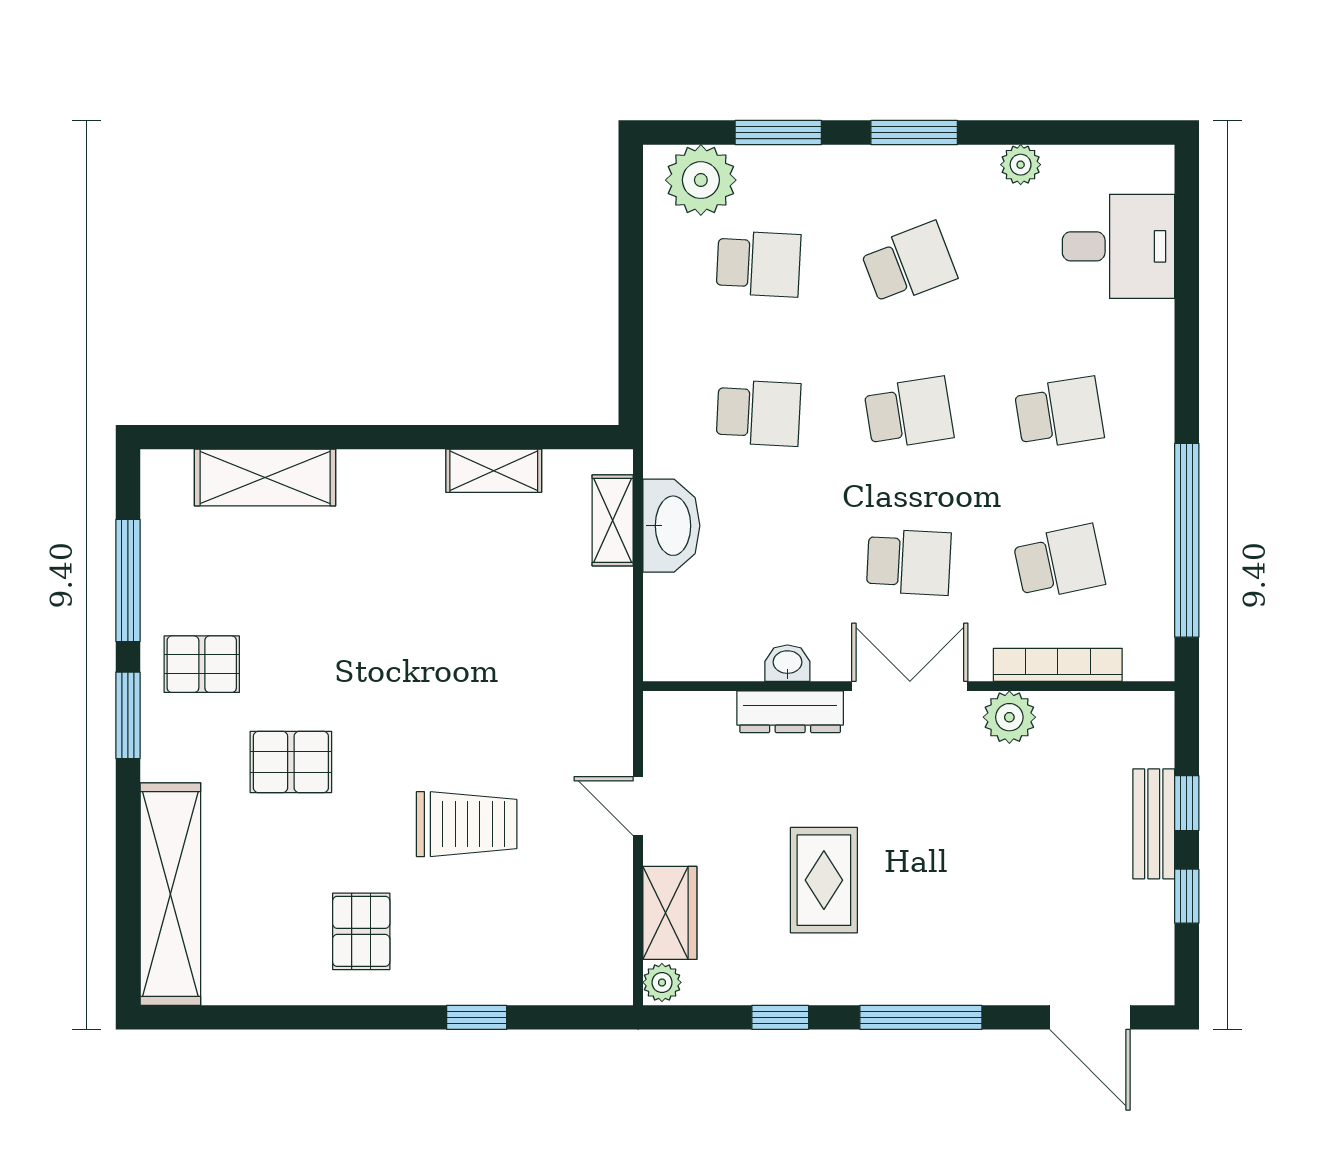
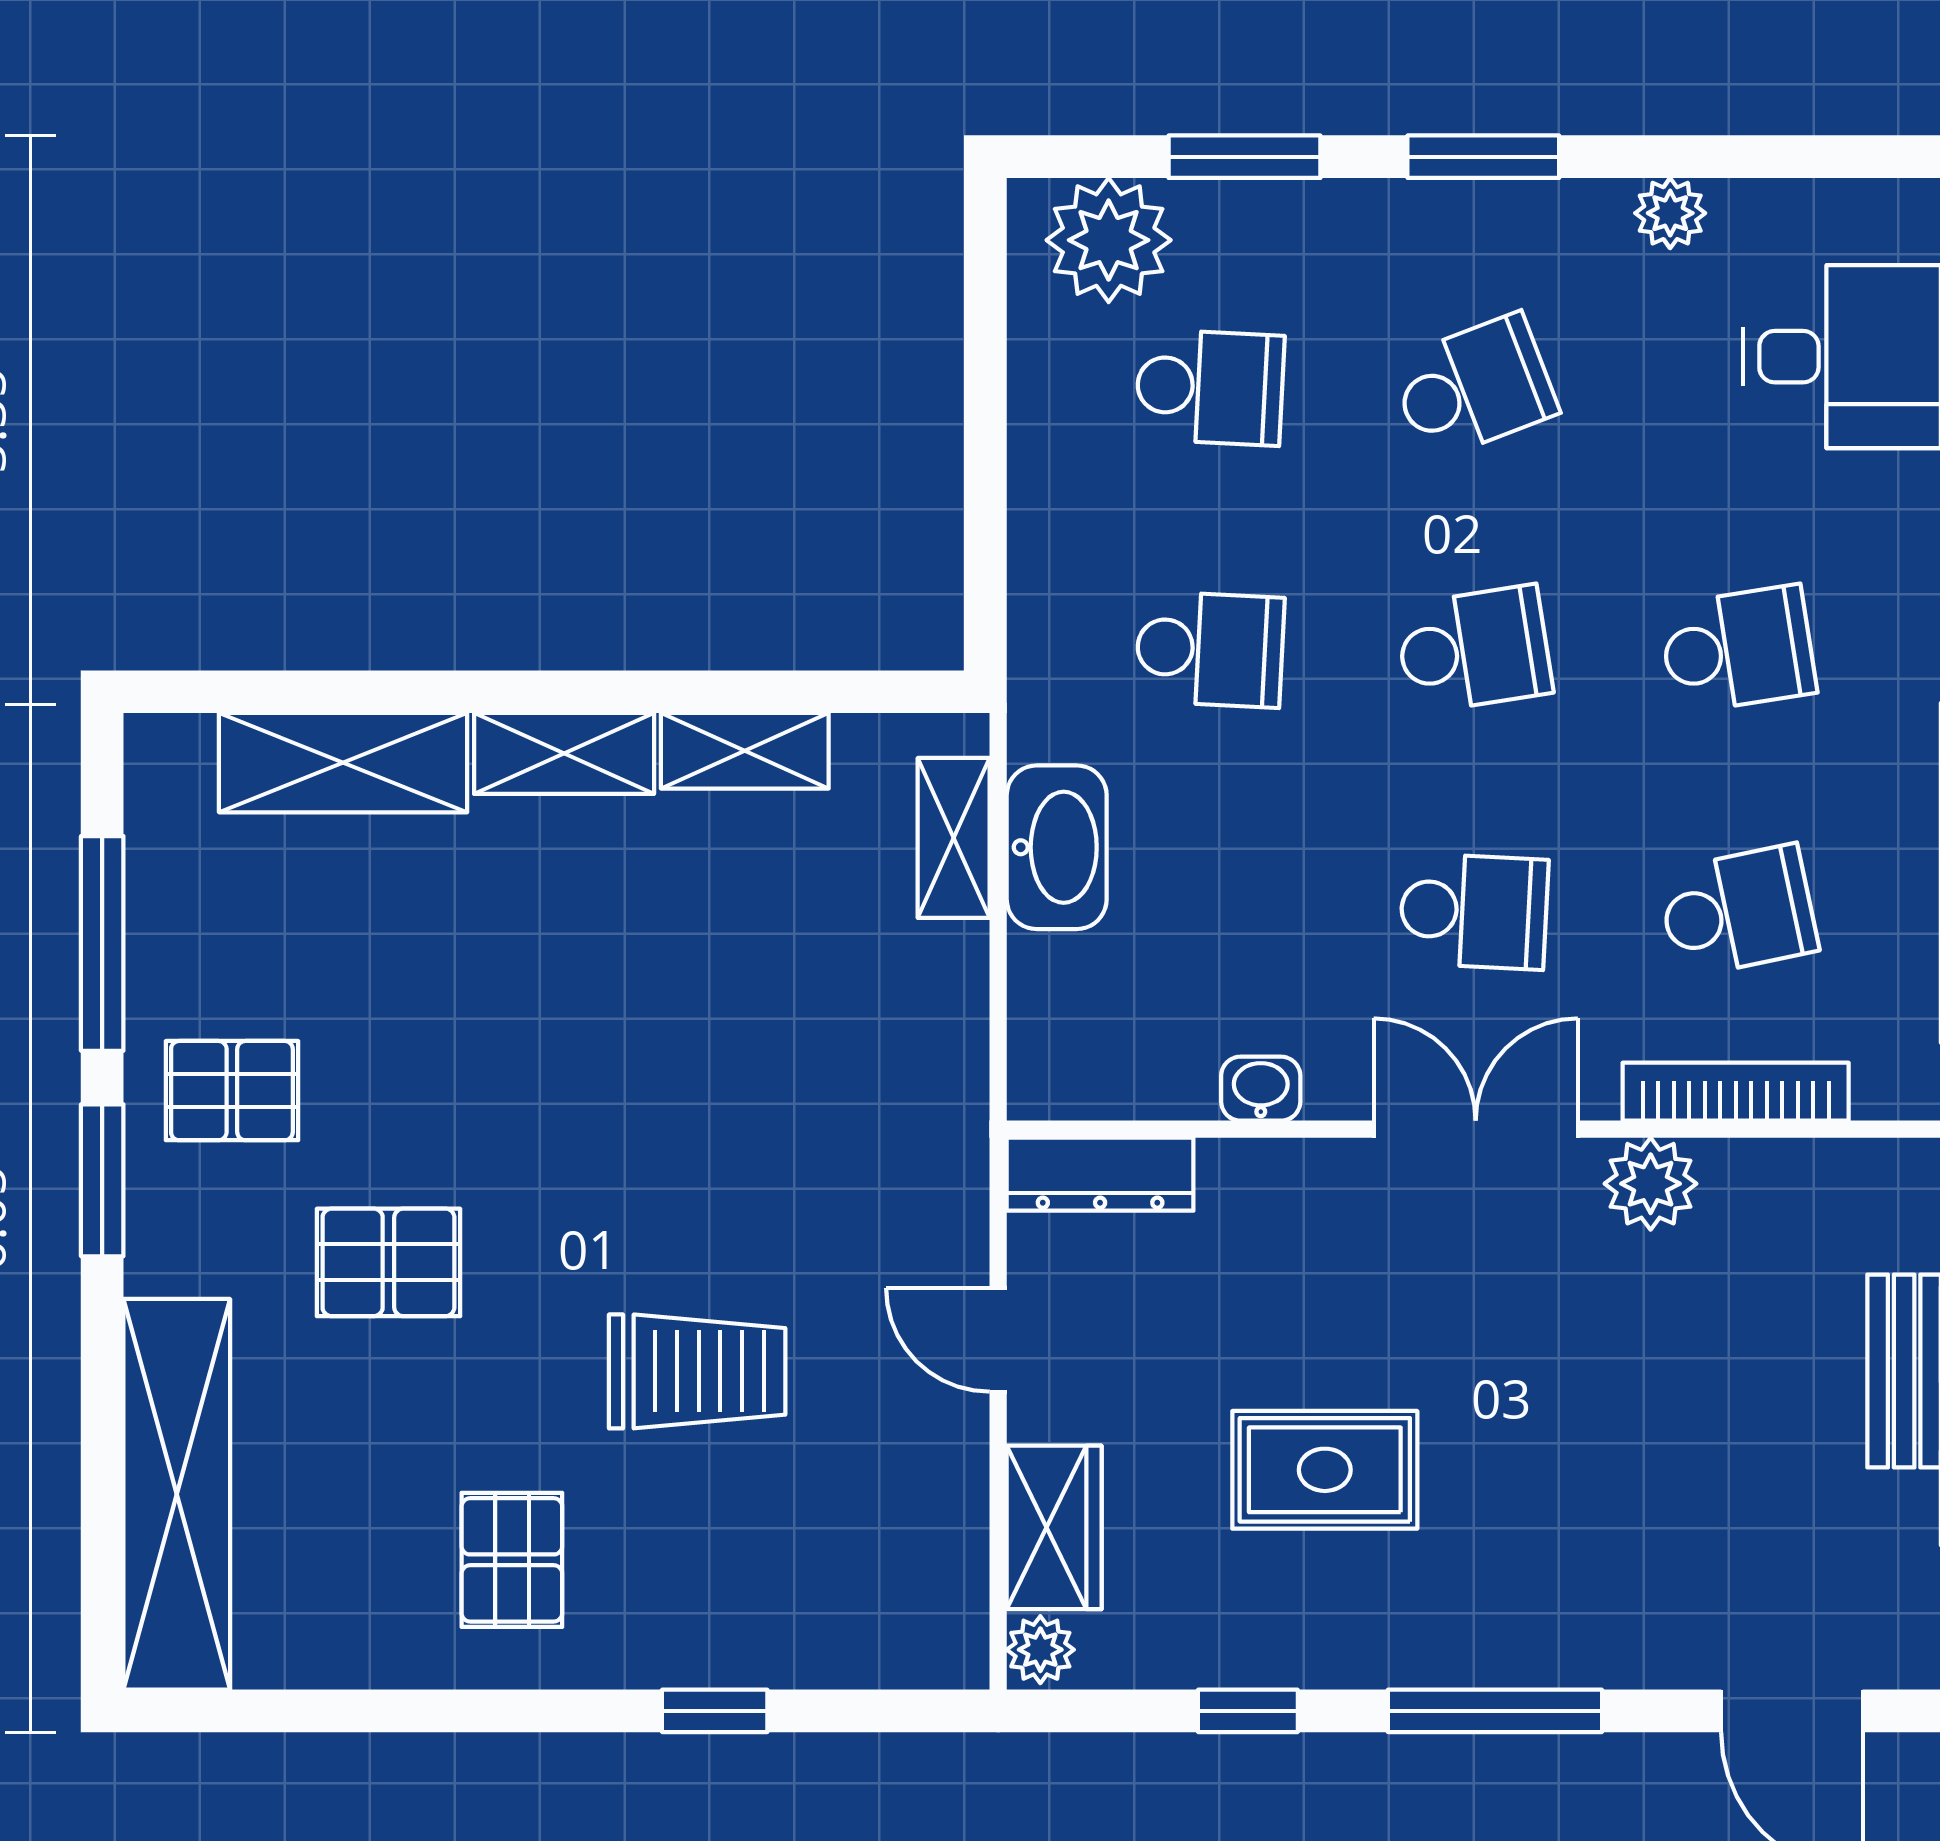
shelving: (391, 472) -> (564, 753), added
dresser: (790, 712) -> (1100, 1174), moved
rug: (824, 880) -> (1325, 1470), turned 90

